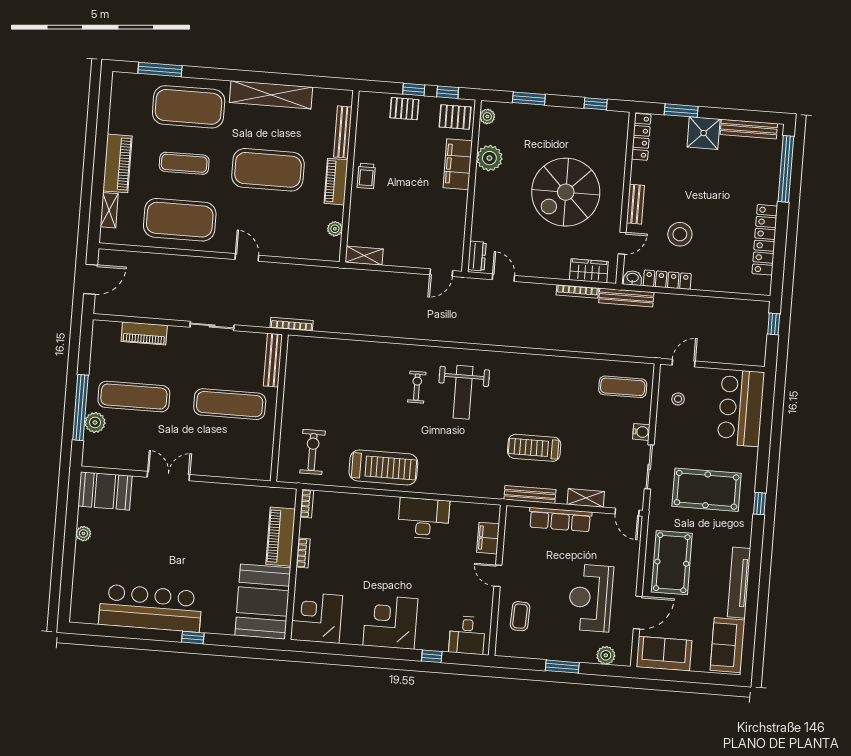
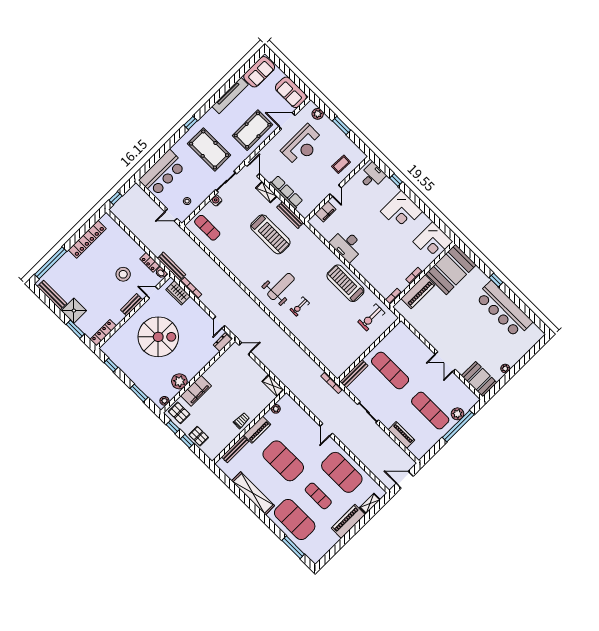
locker: (667, 280) -> (150, 262), width x0.66
treadmill: (534, 448) -> (270, 234), width x1.37, depth x1.38

